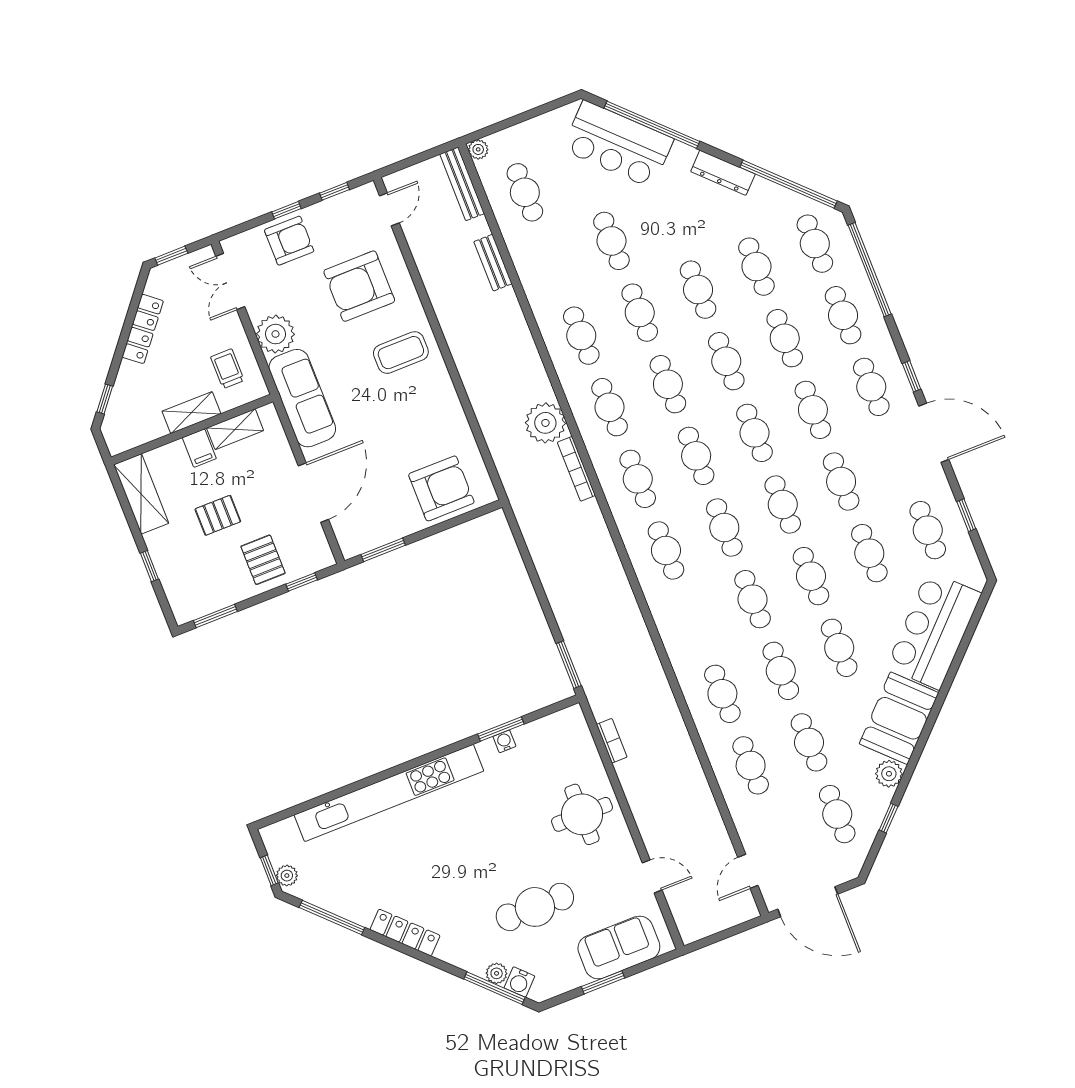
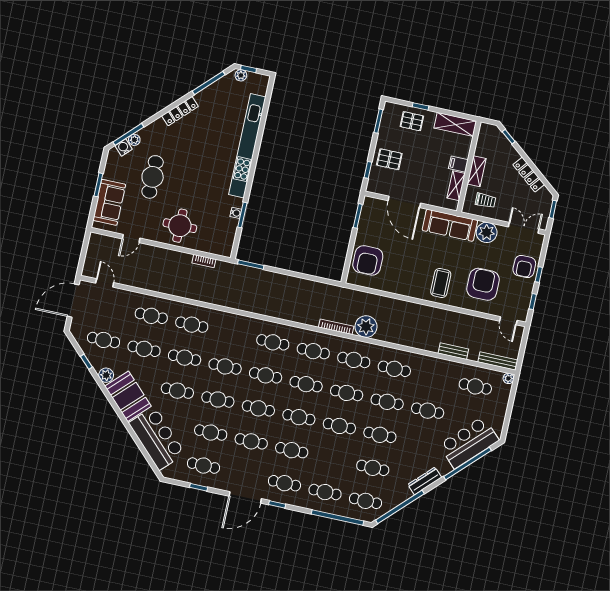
cafe table: (785, 338) -> (332, 459), removed
pallet: (218, 515) -> (412, 121), moved, turned 90

